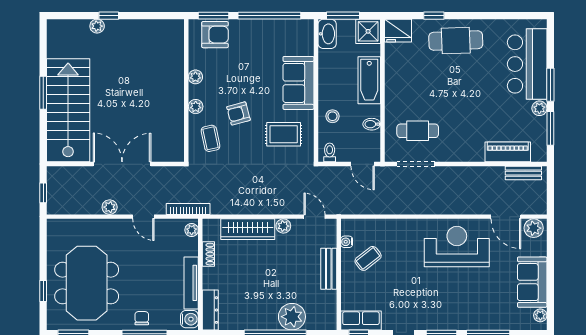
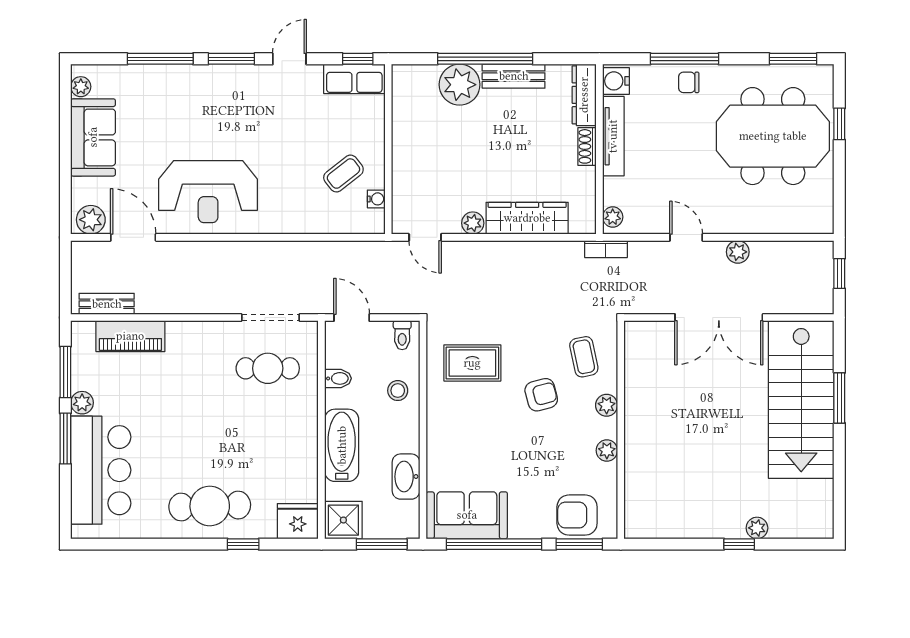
washbasin: (327, 34) -> (406, 477), moved
sofa: (298, 83) -> (467, 515), moved, turned -90
window: (43, 93) -> (839, 398), moved
bookcase: (188, 209) -> (606, 249), width x0.64
shoe rack: (208, 254) -> (587, 146), moved
bench: (329, 269) -> (514, 76), moved, turned 90
meeting table: (87, 283) -> (773, 136), turned 90
chair: (142, 318) -> (689, 82), turned 90

